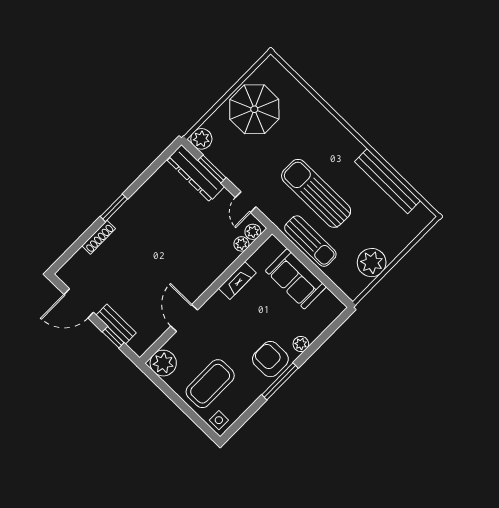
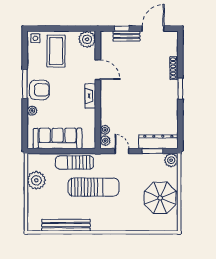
sofa: (296, 279) -> (58, 138), width x1.36
fireplace: (237, 281) -> (90, 96), moved

